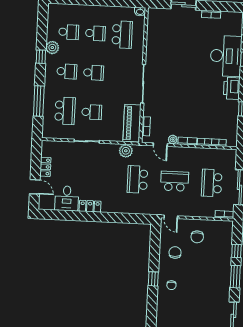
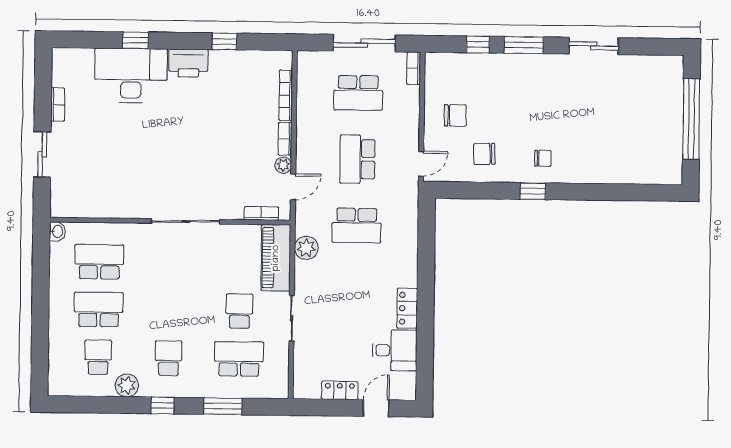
school desk: (95, 33) -> (99, 309), width x1.85
window: (41, 57) -> (163, 405), moved
school desk: (94, 73) -> (169, 310), removed
window: (39, 101) -> (223, 406), width x0.69
piano: (132, 123) -> (276, 258), moved, turned 90

